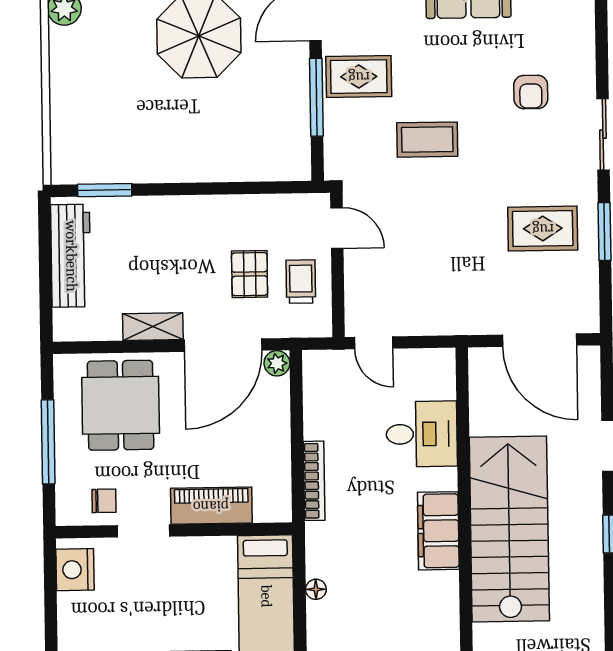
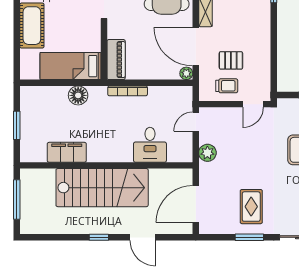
plant: (436, 318) -> (207, 153), added
piano: (211, 506) -> (116, 60), moved
filing cabinet: (438, 531) -> (67, 152), moved
floor lamp: (316, 589) -> (78, 95), width x1.89, depth x1.89

